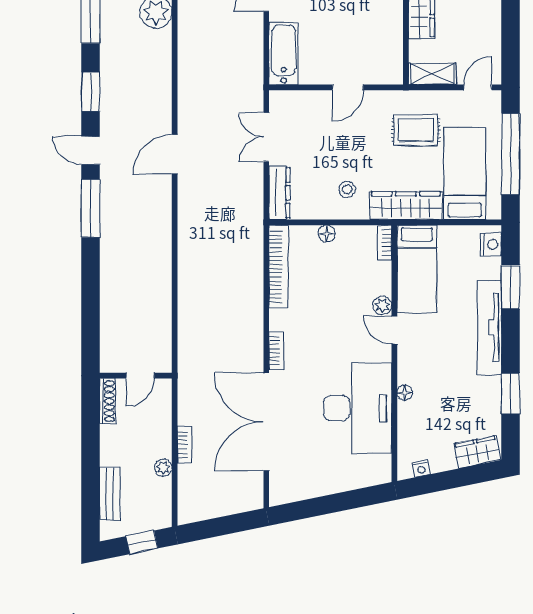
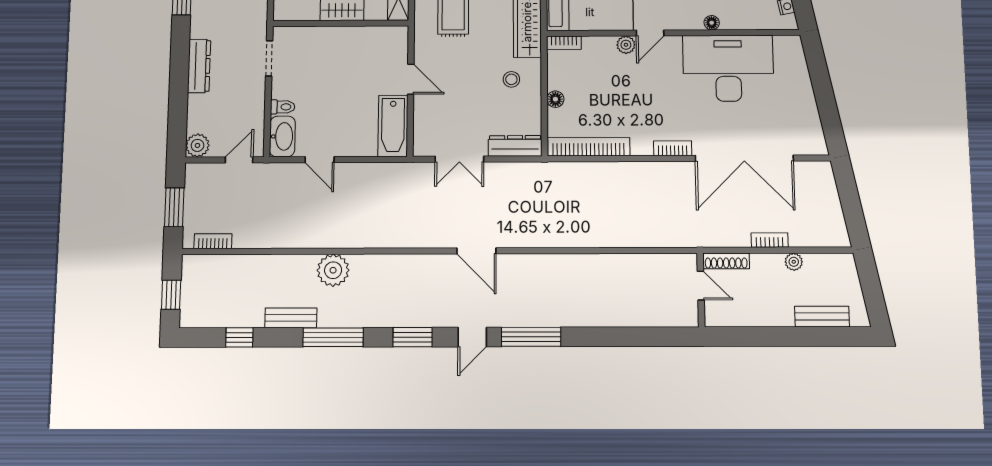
bathtub: (284, 54) -> (393, 126), moved, turned -90
shoe rack: (107, 401) -> (726, 261), moved, turned 180
window: (142, 542) -> (870, 283), removed

